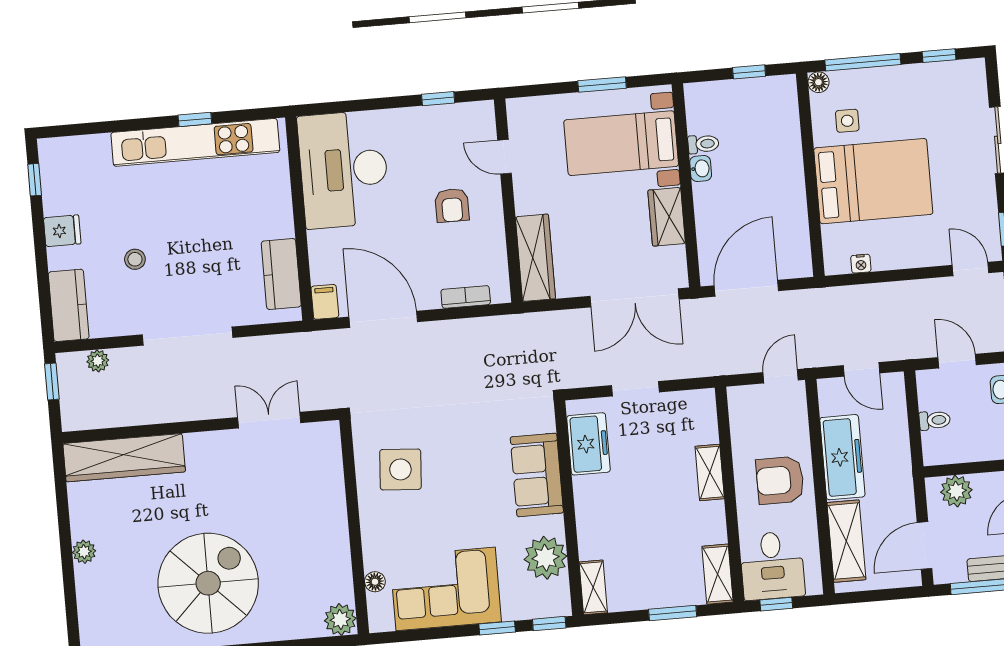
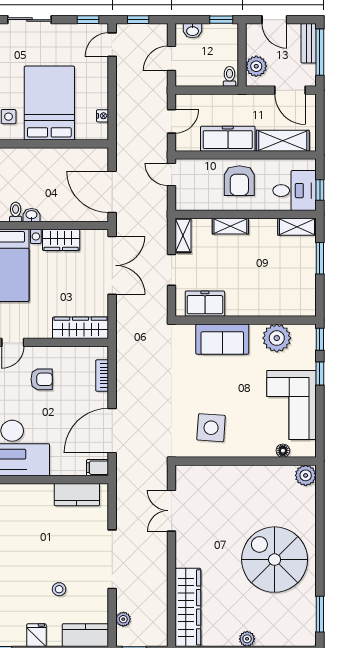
toilet: (935, 420) -> (230, 76), moved
shelving: (593, 587) -> (183, 236), moved, turned 90

